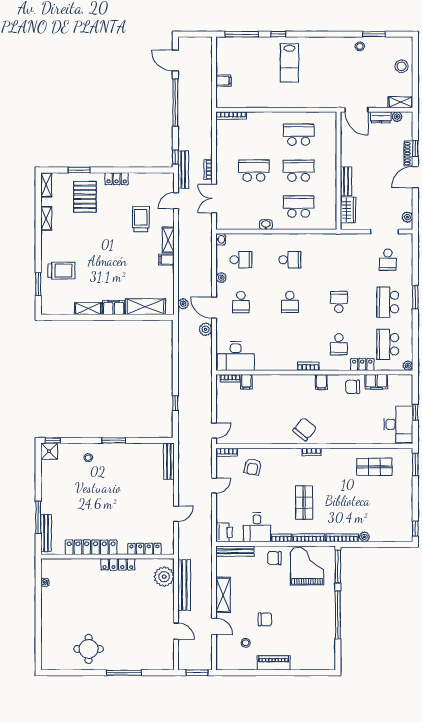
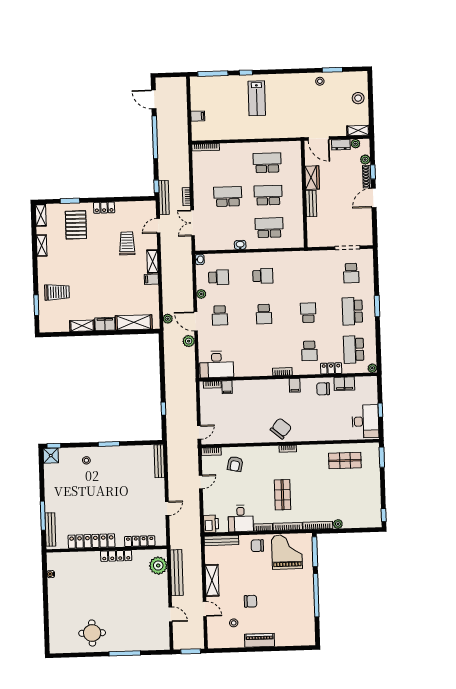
wardrobe: (348, 210) -> (312, 178), moved
plant: (407, 217) -> (365, 160), moved

